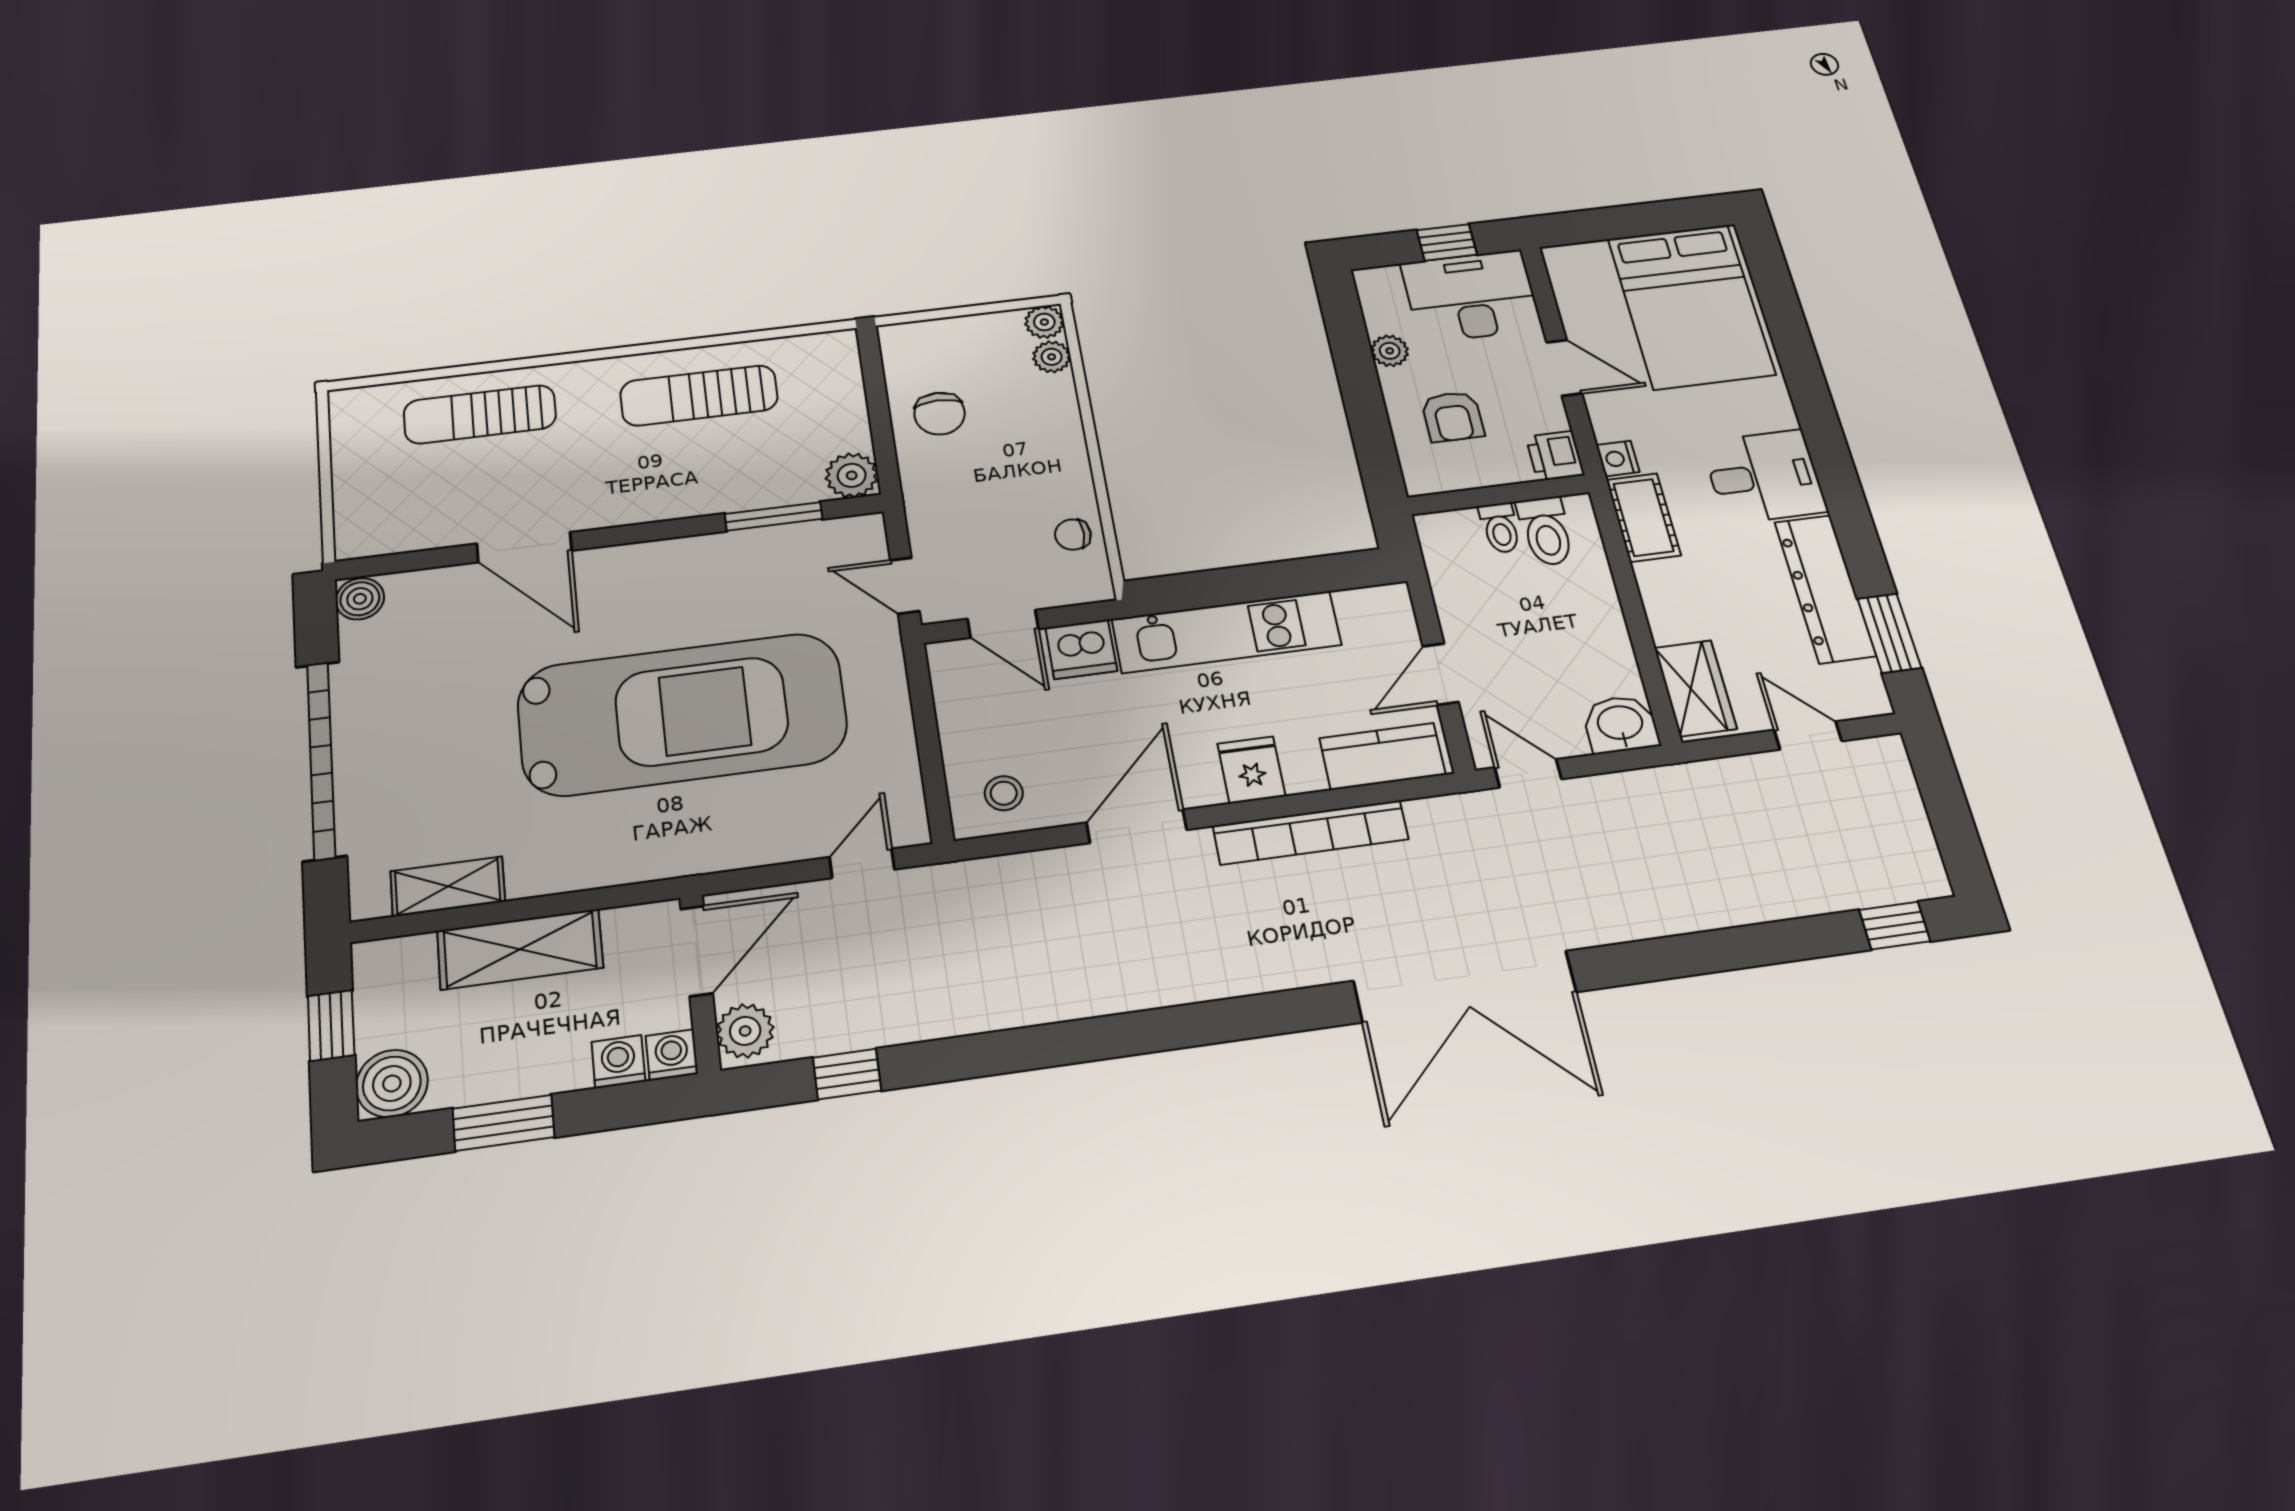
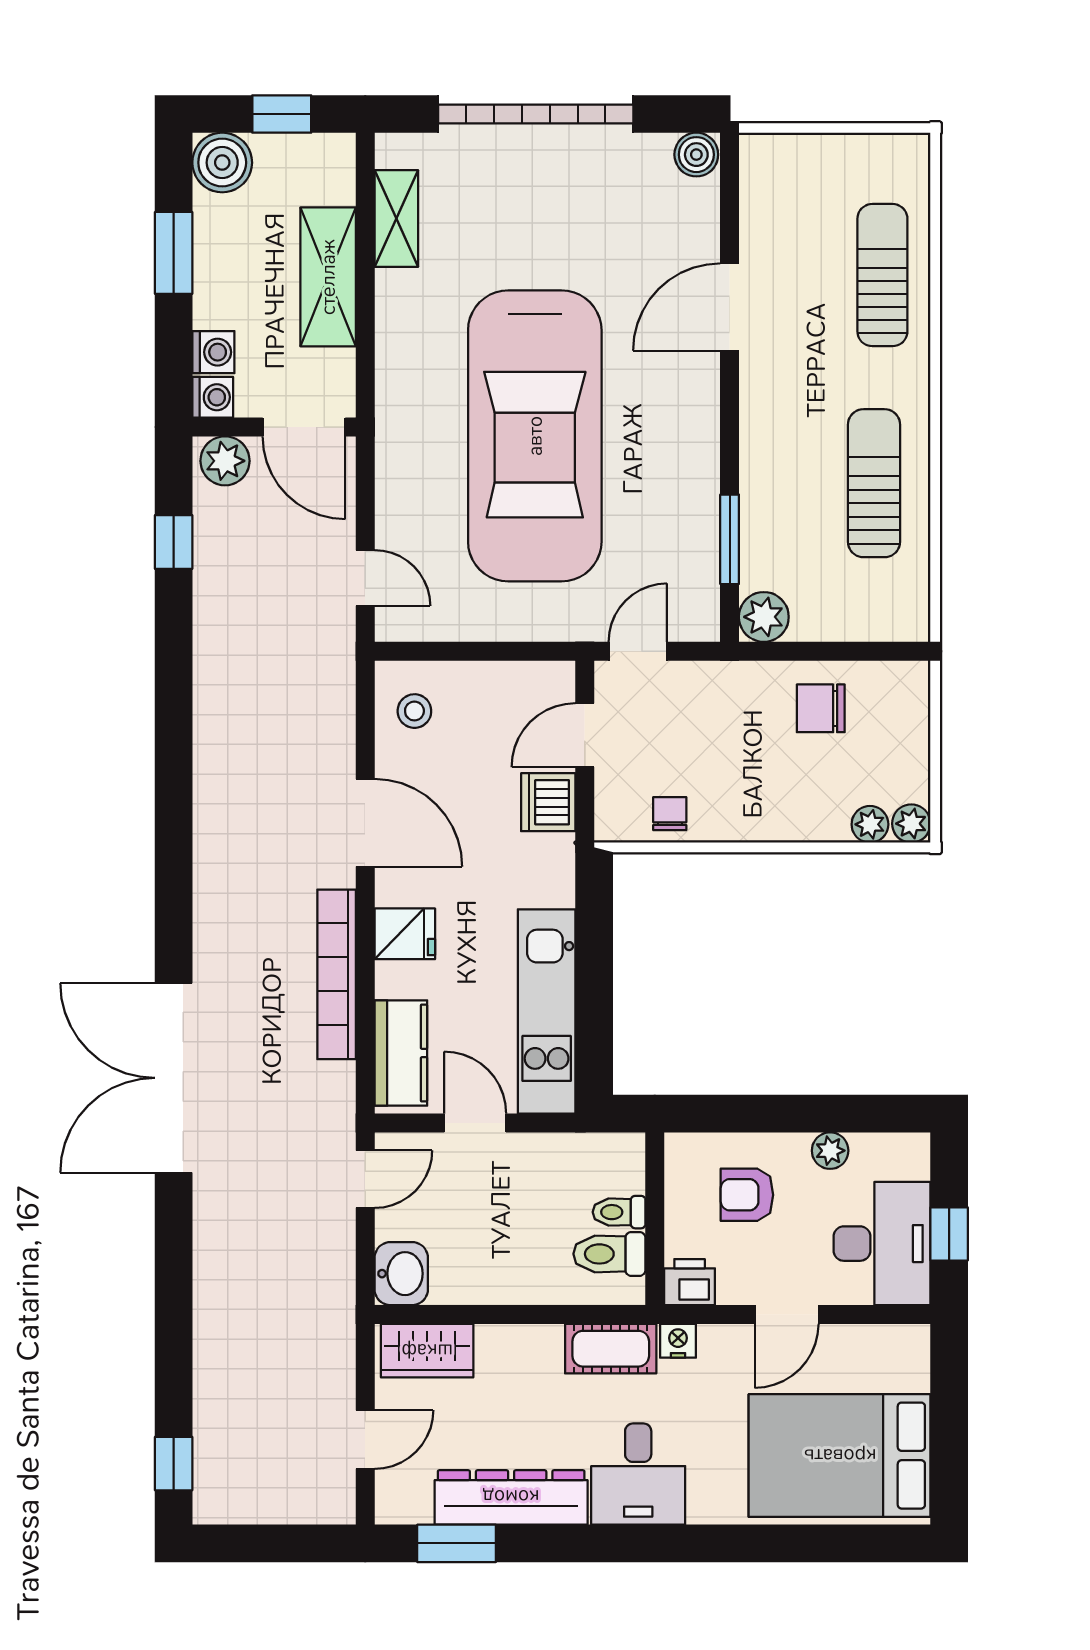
kitchen unit: (1226, 632) -> (547, 1011), moved

